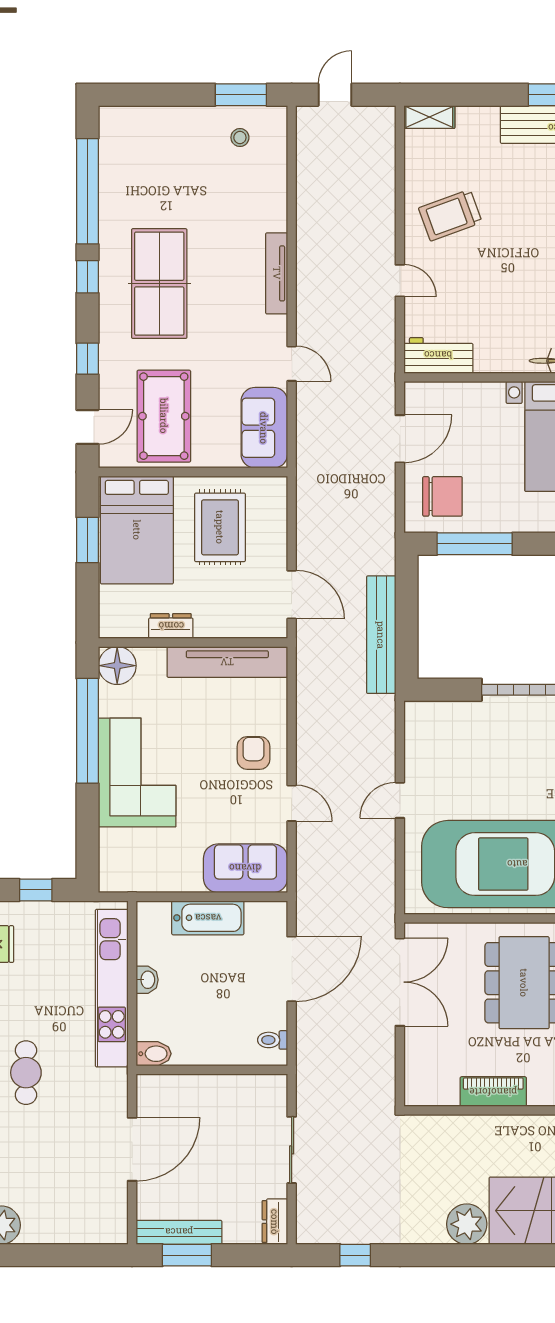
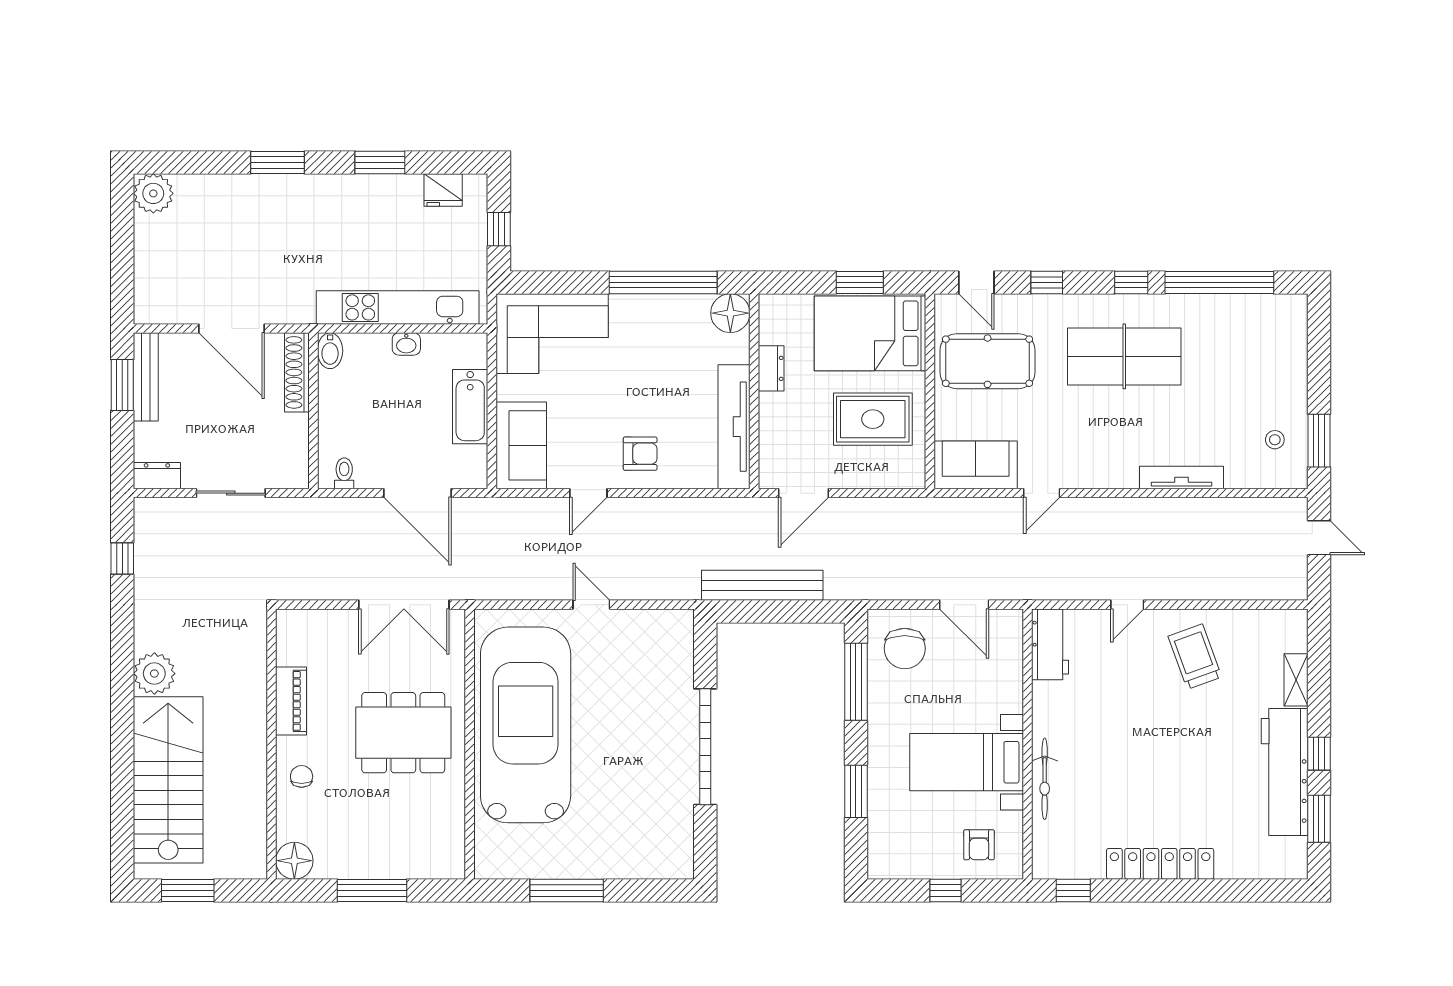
shelving: (429, 117) -> (1296, 680), moved
tv unit: (277, 273) -> (1181, 478), moved
corner sofa: (137, 772) -> (552, 334), moved
cafe table: (26, 1073) -> (311, 219), removed
shoe rack: (175, 1086) -> (297, 372), added

